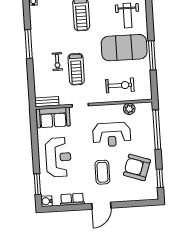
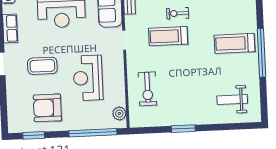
exercise mat: (124, 48) -> (193, 95), removed
window: (152, 55) -> (183, 129), width x0.69
plant: (129, 109) -> (119, 113), moved
armchair: (137, 167) -> (47, 108), turned -109

